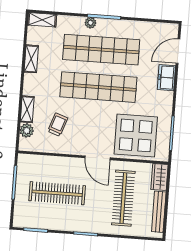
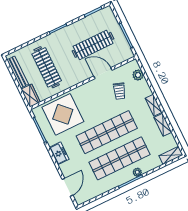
freezer: (166, 78) -> (59, 153), moved
shelving: (27, 109) -> (154, 105), moved
door: (98, 158) -> (103, 73), moved

